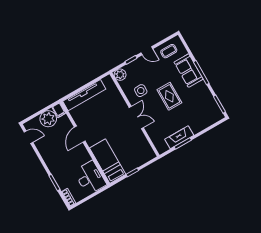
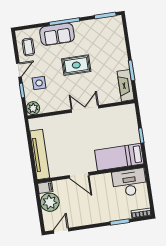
side table: (141, 91) -> (39, 83), moved
fireplace: (179, 137) -> (126, 85), moved

